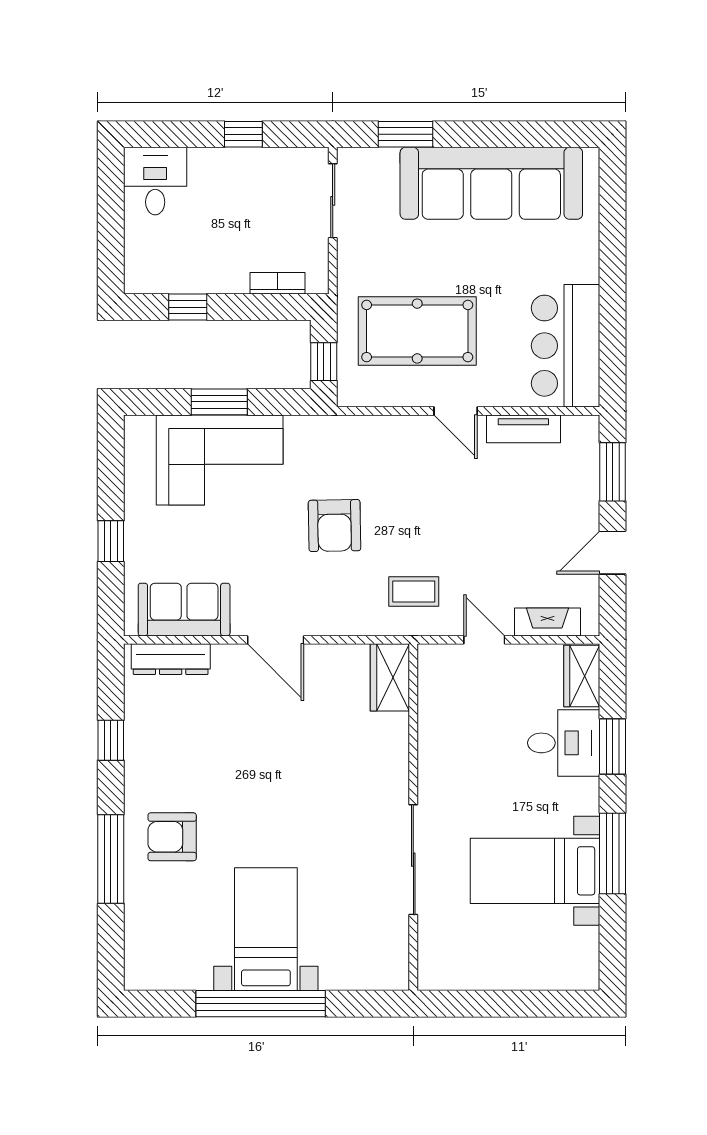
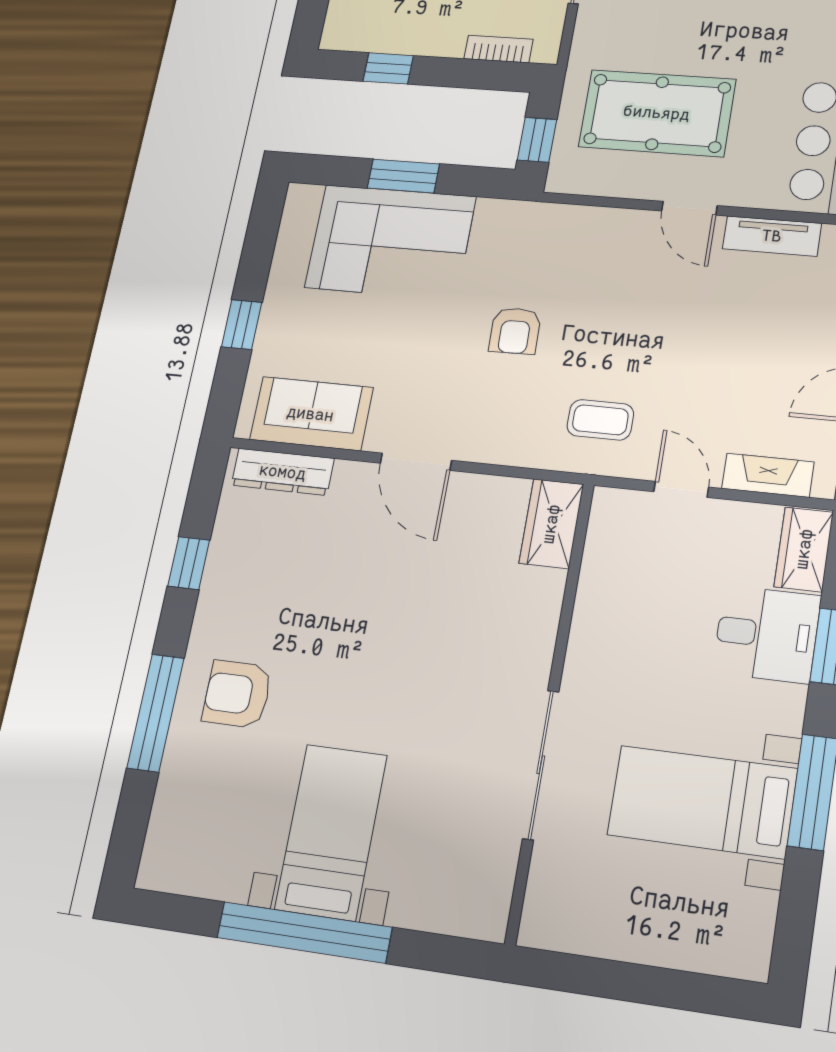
armchair: (334, 526) -> (515, 331), width x0.72, depth x0.72

